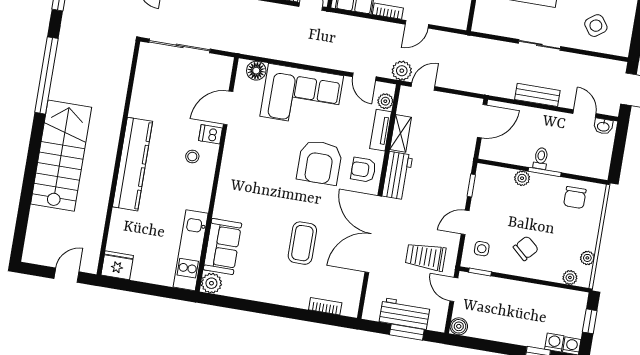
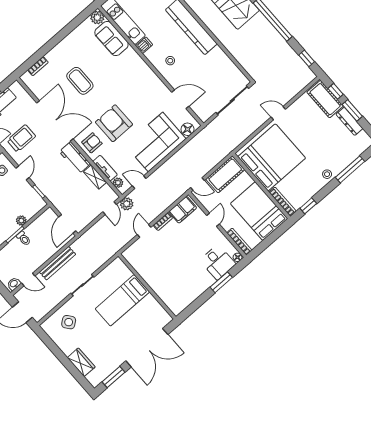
bench: (537, 95) -> (58, 263), width x1.36
door: (228, 108) -> (180, 99), hinge flipped
dishwasher: (211, 134) -> (144, 45), moved

